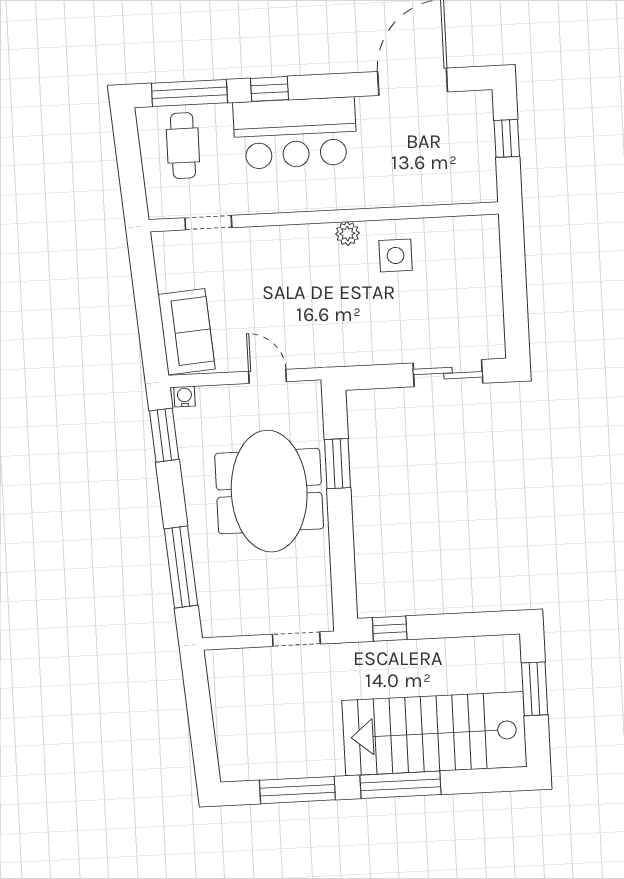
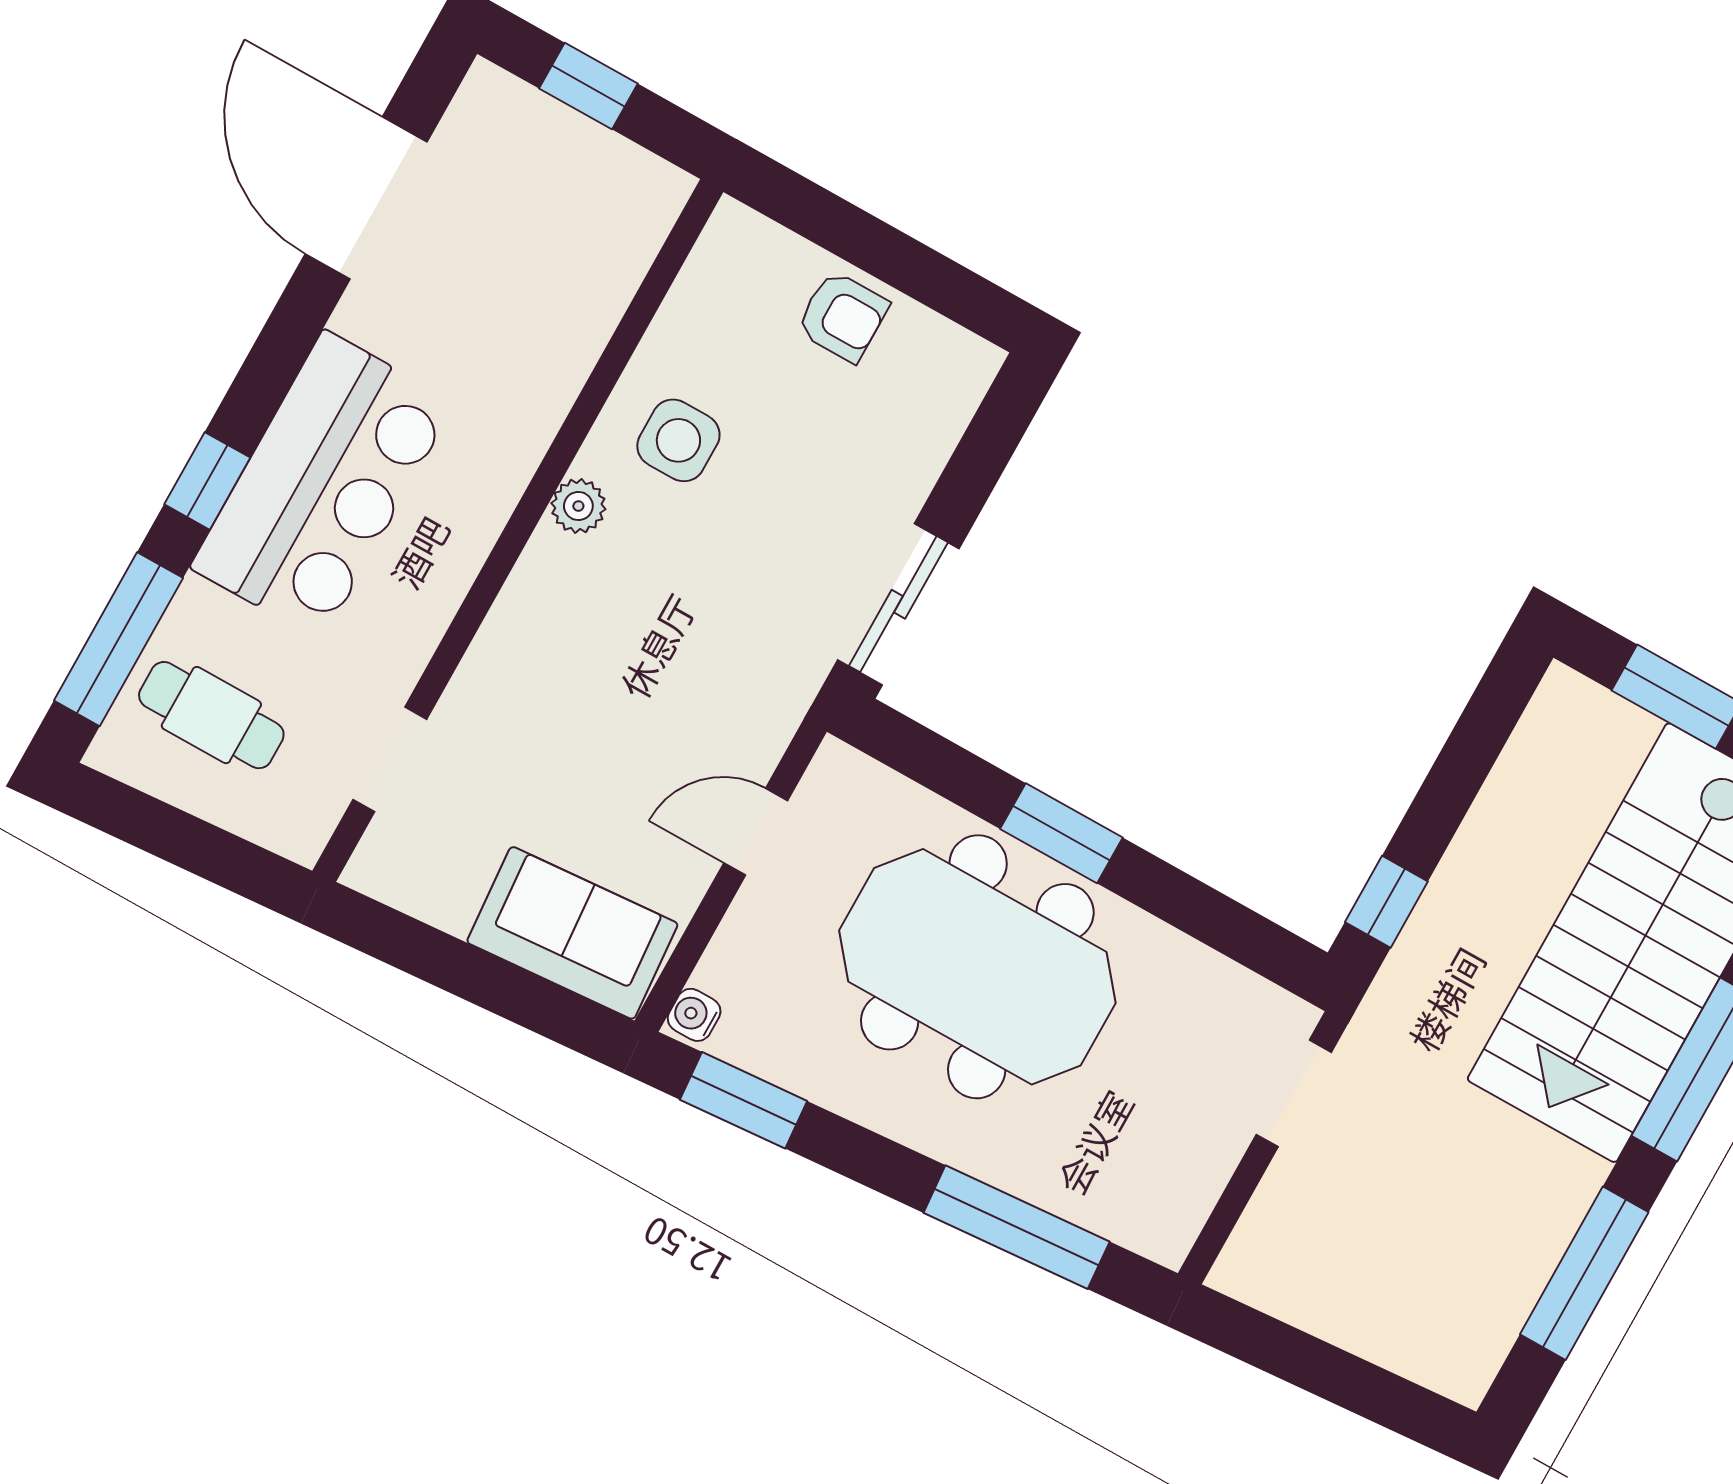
armchair: (480, 288) -> (842, 317), added
sliding door: (448, 373) -> (898, 604), moved
window: (337, 464) -> (1061, 833), moved

